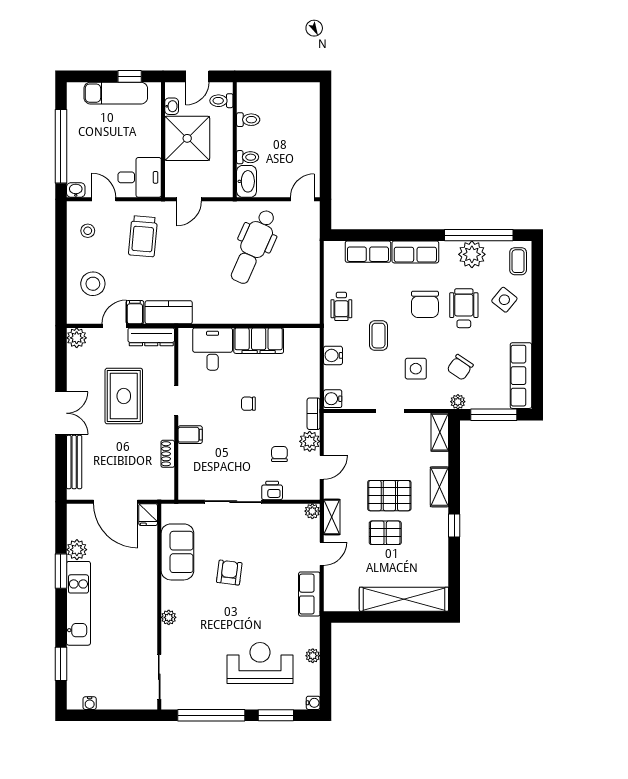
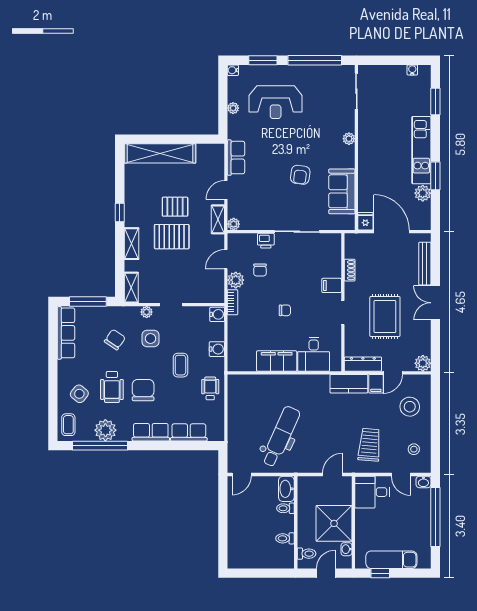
plant: (458, 402) -> (147, 312), moved

